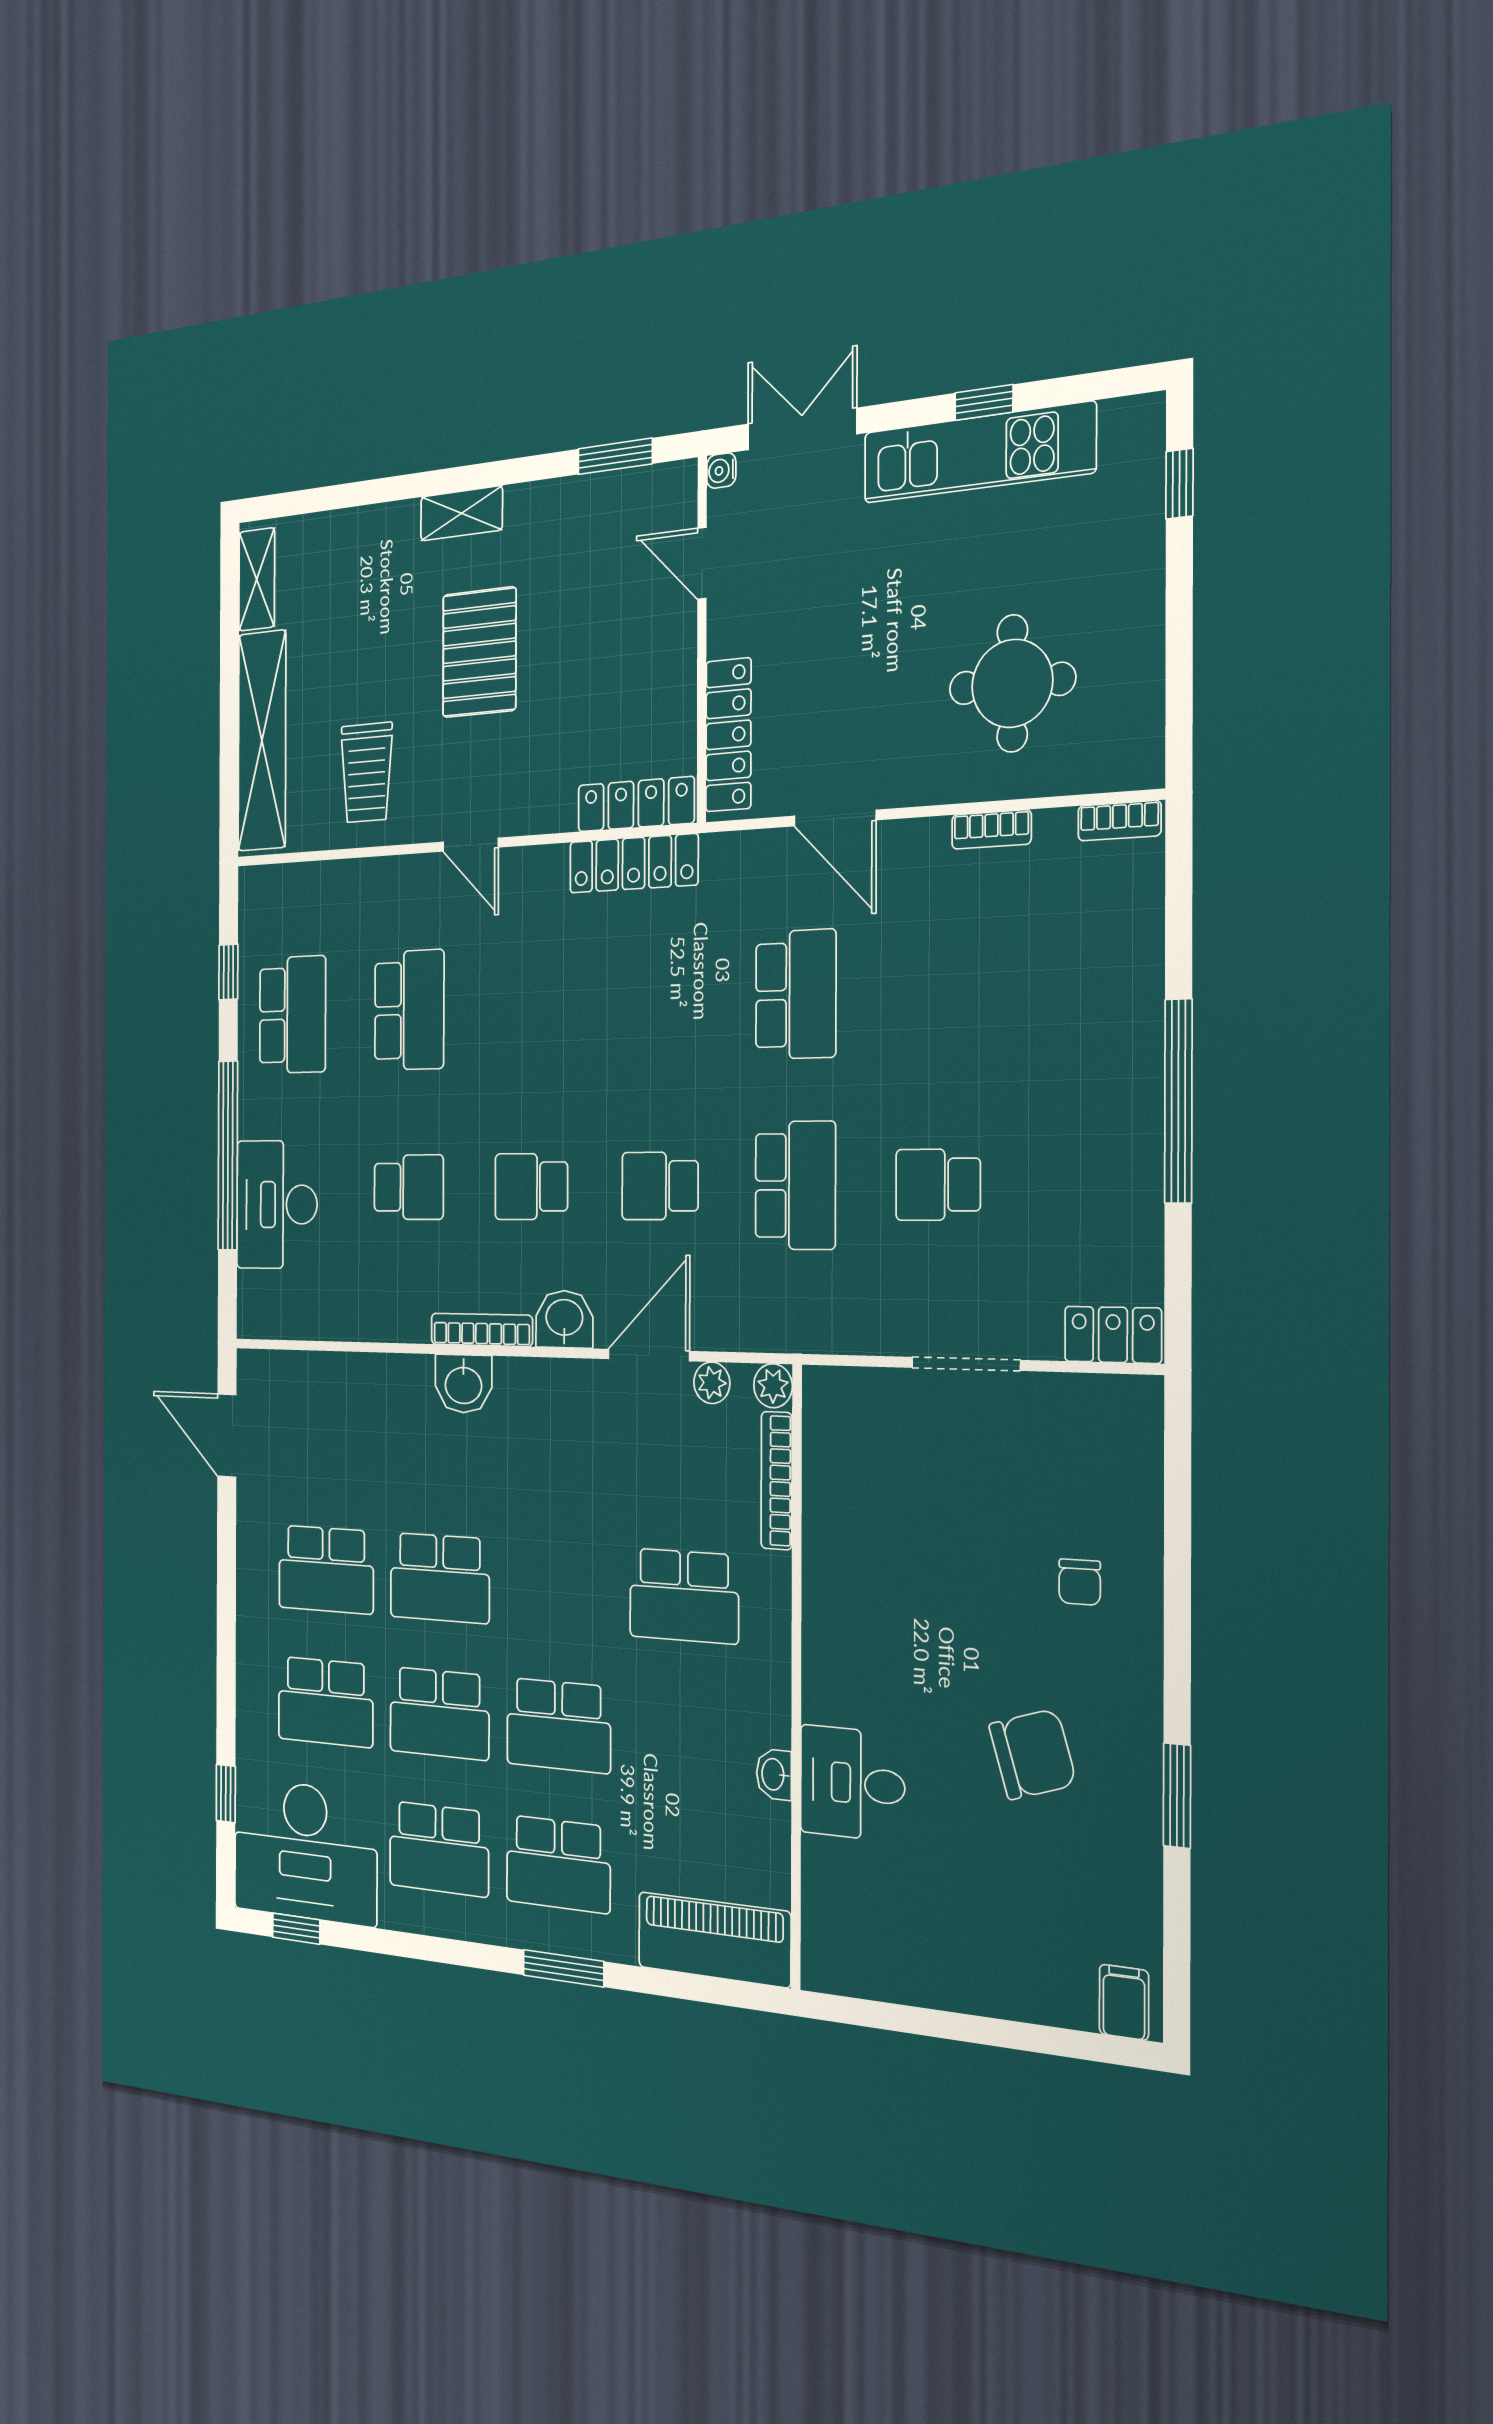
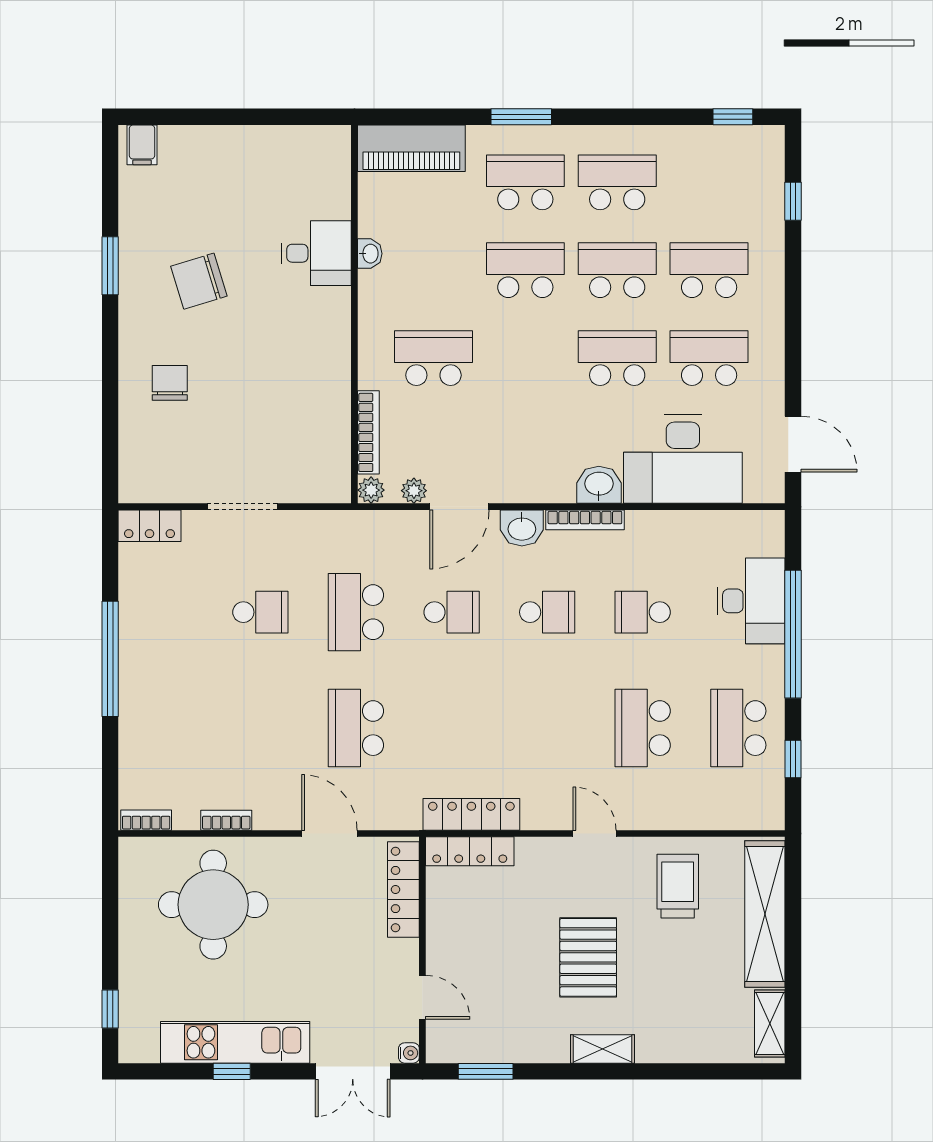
round table: (1012, 683) -> (213, 905), width x1.36, depth x1.36
chair: (1080, 1582) -> (170, 383), width x1.37, depth x1.37
desk: (305, 1851) -> (683, 459), moved, turned 180

